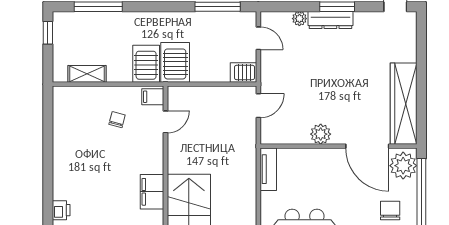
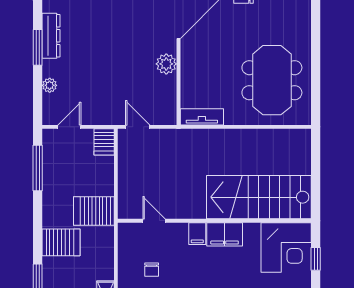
dresser: (330, 20) -> (51, 36), moved
server rack: (146, 64) -> (61, 242), moved, turned 180
filing cabinet: (153, 97) -> (197, 234), moved
chair: (117, 120) -> (152, 270), turned -105

